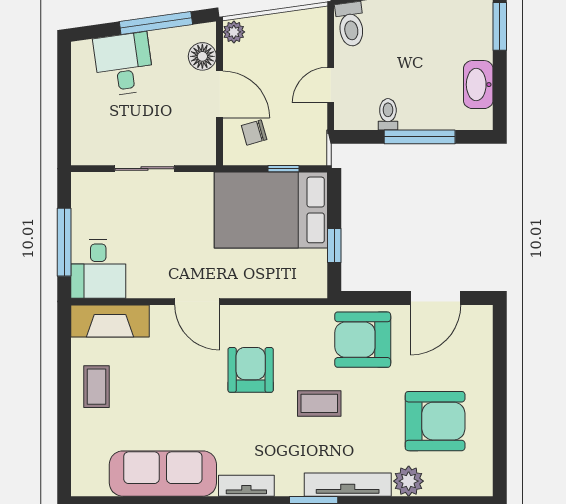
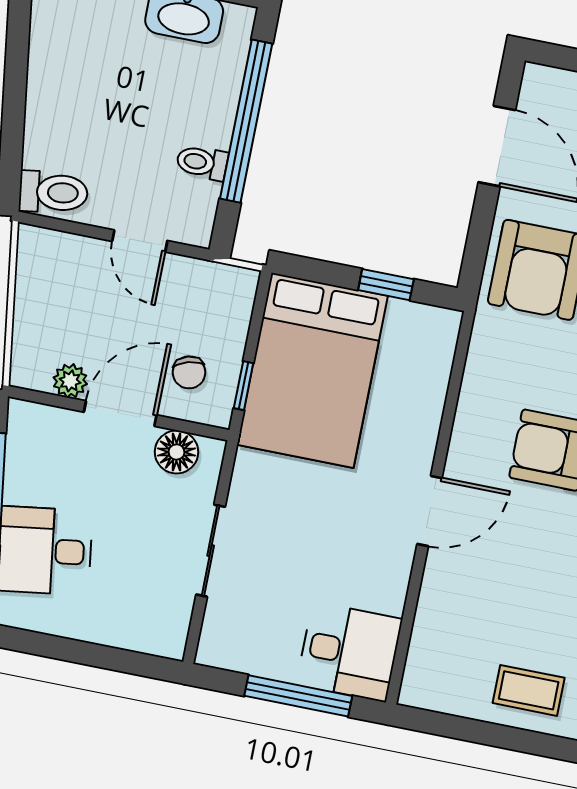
plant: (234, 32) -> (70, 381), moved
floor lamp: (202, 56) -> (176, 452), moved
window: (420, 137) -> (246, 121), width x1.46
window: (283, 169) -> (244, 386), moved
fireplace: (110, 321) -> (433, 650), removed

